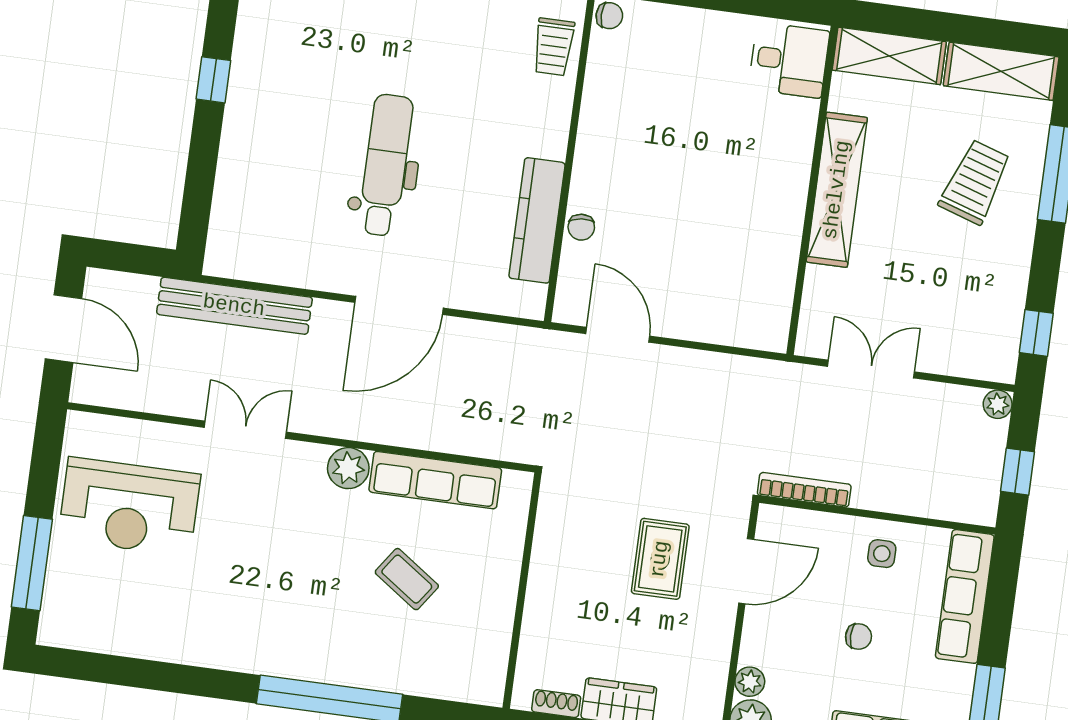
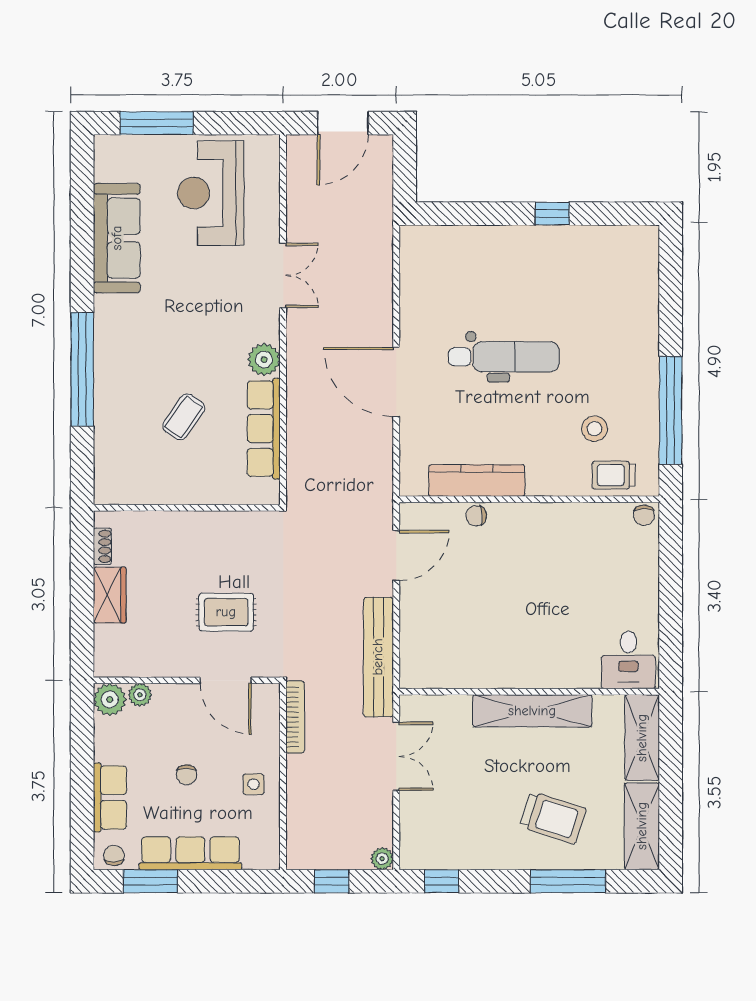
stool: (492, 63) -> (594, 429), added
bench: (234, 306) -> (378, 657), moved
row of seats: (965, 596) -> (190, 853), moved
sofa: (170, 633) -> (117, 238), added

